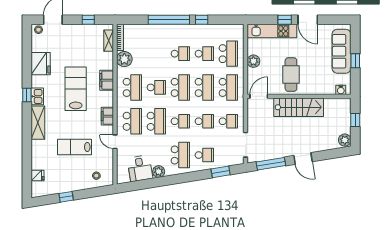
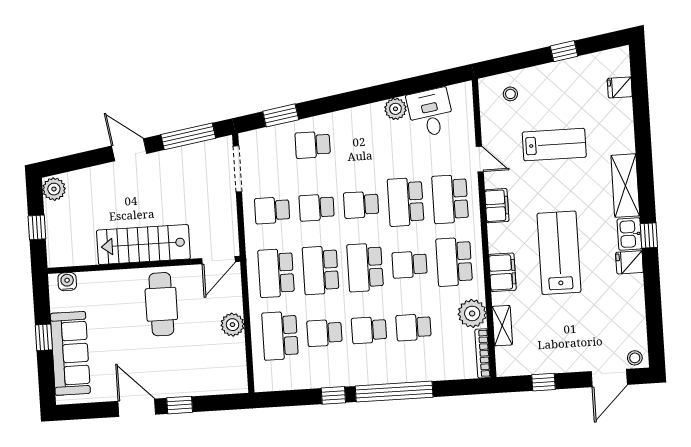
kitchen unit: (272, 31) -> (202, 383), removed
shelving: (109, 41) -> (502, 326), moved
fridge: (41, 64) -> (629, 262), moved, width x0.53, depth x0.75
lab bench: (76, 89) -> (559, 253), turned 180
school desk: (180, 155) -> (414, 327), moved, width x0.54

